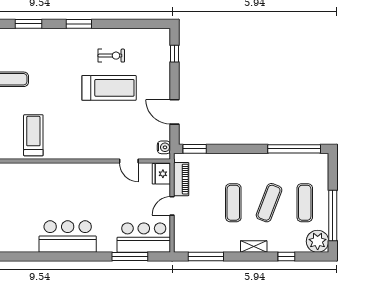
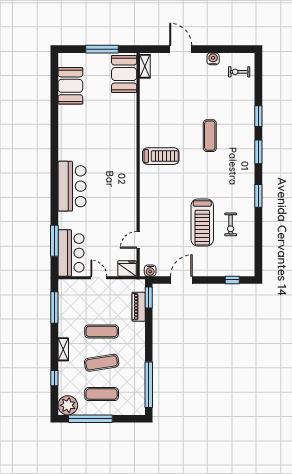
piano: (181, 179) -> (139, 307), moved, turned 90
exercise mat: (269, 203) -> (102, 363), turned -30

